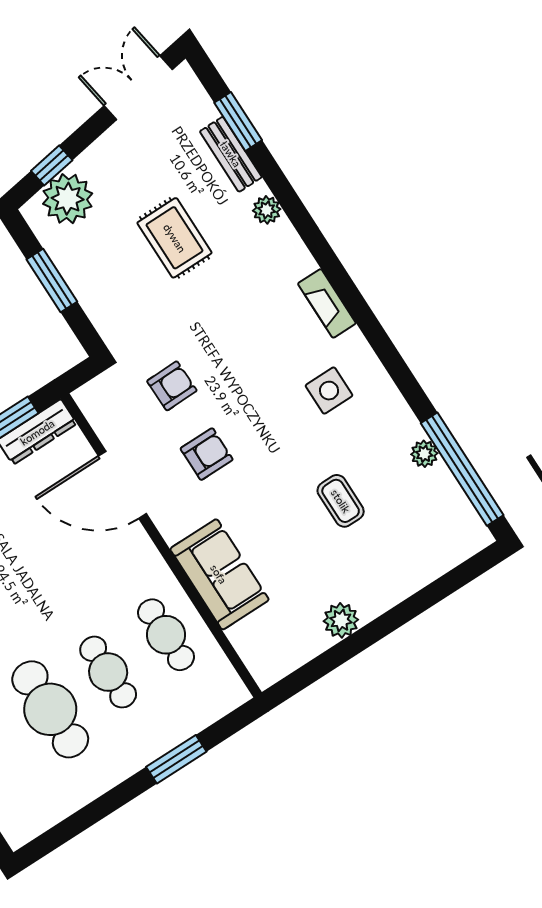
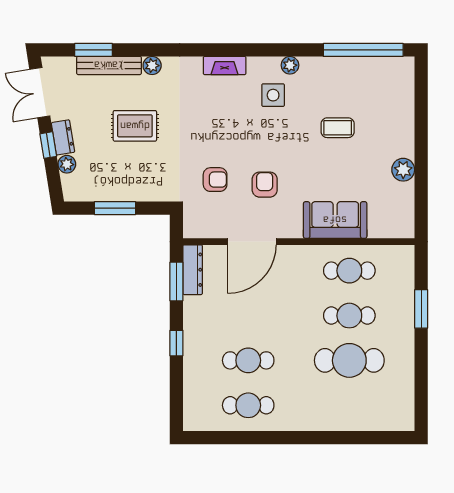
bench: (231, 154) -> (109, 65), width x1.36
dresser: (100, 155) -> (63, 137), added
window: (52, 165) -> (48, 145), moved
plant: (68, 199) -> (67, 164), width x0.53, depth x0.53
armchair: (172, 386) -> (215, 180), turned 91
plant: (424, 454) -> (290, 65), moved

